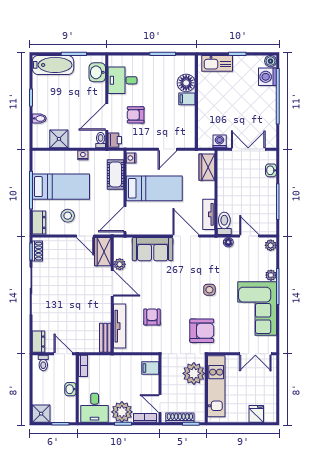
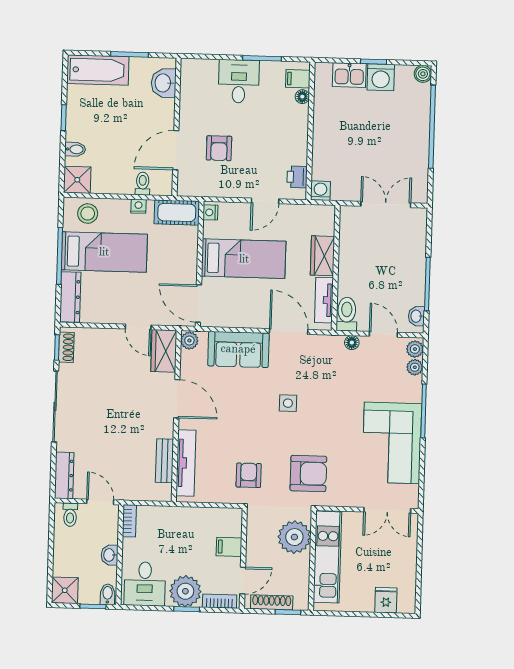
kitchen sink: (217, 63) -> (349, 75), width x0.73
washing machine: (267, 77) -> (381, 77), moved, turned -90
desk: (123, 80) -> (239, 81), moved, turned 90
floor lamp: (186, 83) -> (302, 97), width x0.53, depth x0.53
filing cabinet: (187, 99) -> (298, 79), moved
armchair: (136, 115) -> (219, 148), turned -90
shower: (59, 139) -> (77, 180), moved
toilet: (101, 140) -> (143, 184), moved
printer: (115, 140) -> (297, 177), moved, turned 180
washing machine: (220, 141) -> (320, 191), moved
wardrobe: (207, 167) -> (322, 256), moved
washbasin: (271, 170) -> (416, 316), moved
cot: (115, 174) -> (177, 212), moved, turned 90
stool: (68, 216) -> (88, 214), moved
door: (125, 219) -> (198, 304), hinge flipped
dresser: (39, 222) -> (70, 297), width x1.44
plant: (120, 264) -> (189, 341), moved
plant: (271, 275) -> (415, 367), moved
side table: (209, 290) -> (288, 403), moved
armchair: (152, 317) -> (249, 475), moved
bench: (105, 338) -> (164, 461), moved
dresser: (39, 342) -> (64, 475), width x1.44
filing cabinet: (150, 368) -> (229, 547), moved
door: (160, 404) -> (243, 580), swing flipped
bidet: (70, 415) -> (108, 594), added

